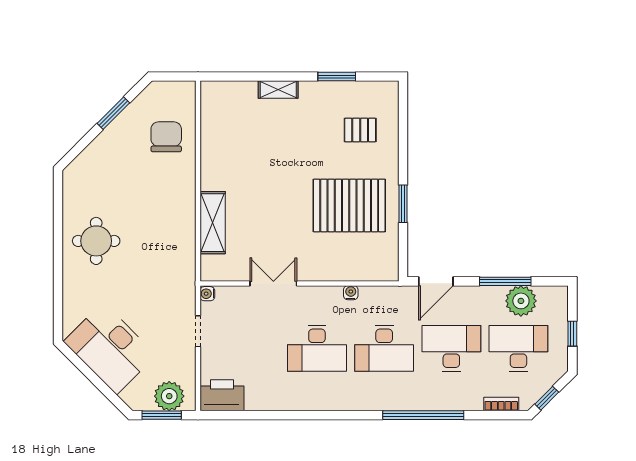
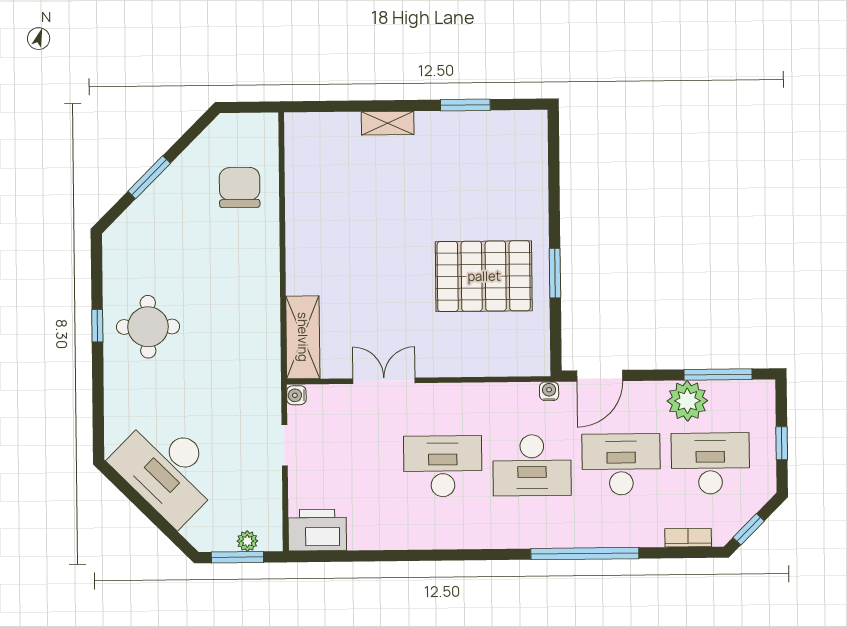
window: (113, 113) -> (149, 177), moved
pallet: (360, 130) -> (497, 176), removed
shelving: (213, 223) -> (303, 337), moved
window: (58, 240) -> (97, 326), added
window: (505, 281) -> (718, 374), moved
water cooler: (351, 293) -> (549, 391), moved
plant: (521, 301) -> (687, 401), moved
desk: (317, 348) -> (443, 466), turned 180
plant: (169, 396) -> (247, 541), width x0.53, depth x0.53

